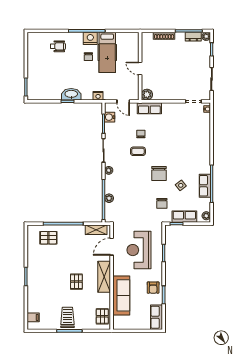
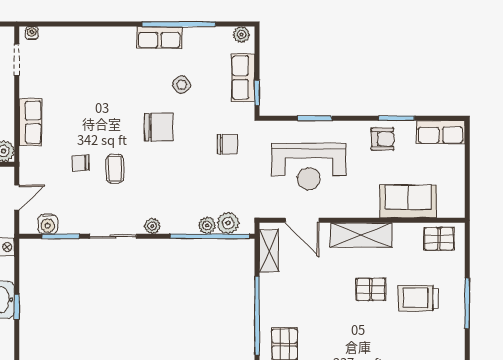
row of seats: (149, 108) -> (30, 122), moved
row of seats: (205, 186) -> (159, 37), moved
chair: (162, 203) -> (227, 144), moved
plant: (110, 209) -> (228, 223), added
sofa: (121, 295) -> (408, 201), width x0.73
trolley: (67, 317) -> (418, 298), moved

